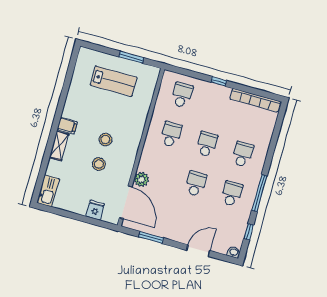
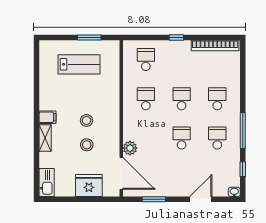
fridge: (95, 210) -> (89, 186), width x1.88, depth x1.34

